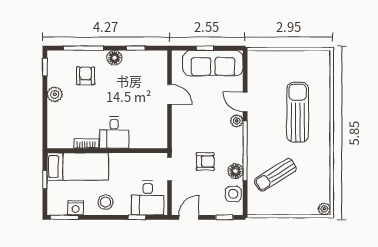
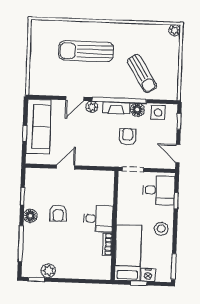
armchair: (86, 76) -> (58, 213), moved, turned -90
plant: (55, 94) -> (48, 271), moved
fireplace: (237, 148) -> (116, 108), added
nightstand: (76, 208) -> (148, 275), moved, turned 90

